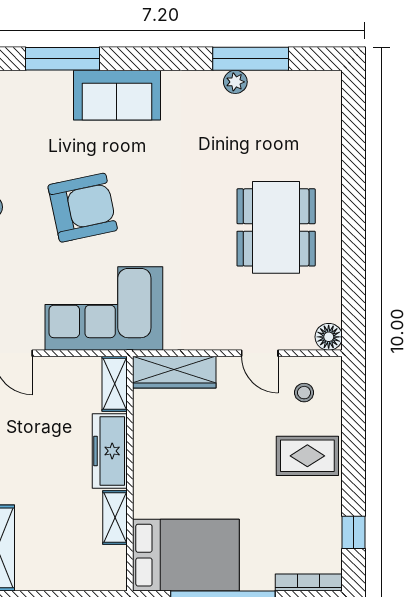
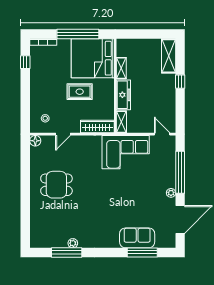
sofa: (117, 95) -> (137, 238), moved
armchair: (83, 208) -> (134, 193), removed
dining table: (276, 227) -> (56, 185), width x0.73
door: (260, 353) -> (63, 134), swing flipped
rug: (307, 456) -> (80, 92), moved
bed: (186, 555) -> (93, 58), width x1.36

